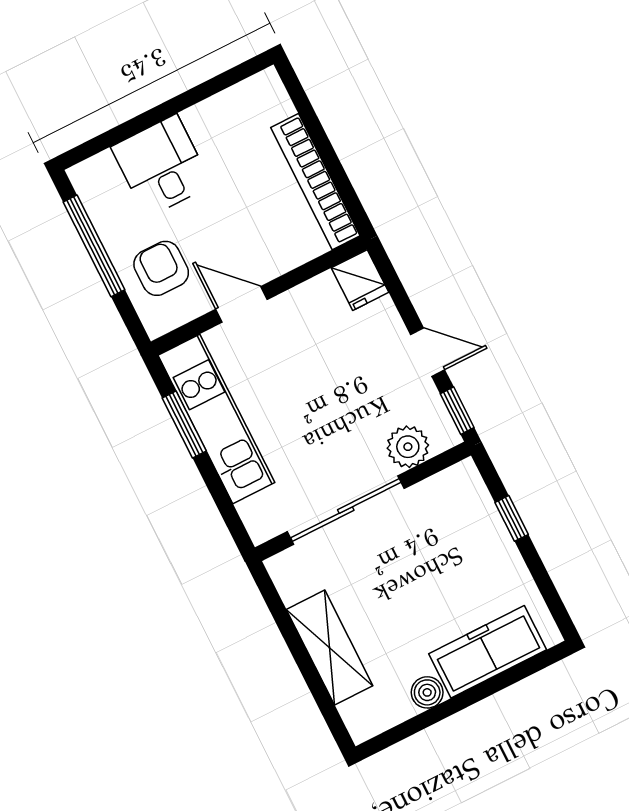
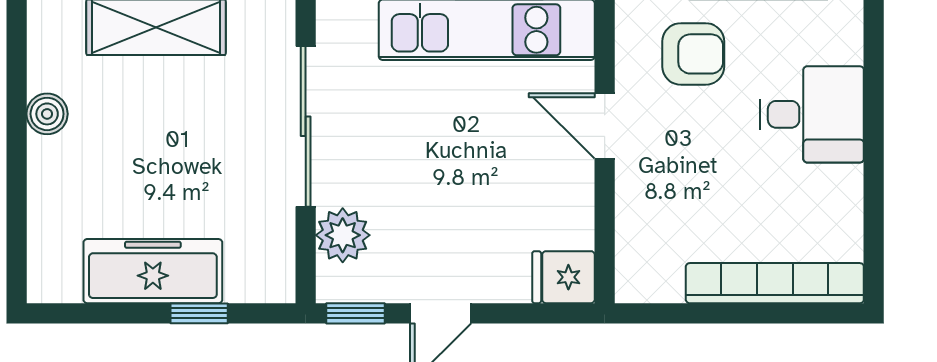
bookcase: (315, 182) -> (775, 283), moved
door: (241, 304) -> (605, 126), swing flipped
freezer: (488, 652) -> (153, 271), moved, turned -90

